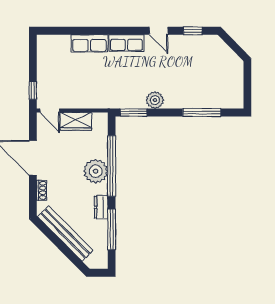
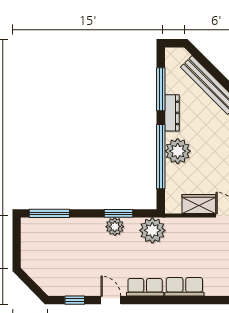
plant: (120, 97) -> (152, 230), added
window: (134, 113) -> (118, 213), moved
window: (202, 113) -> (49, 213), moved
dresser: (101, 207) -> (172, 113), width x1.44

